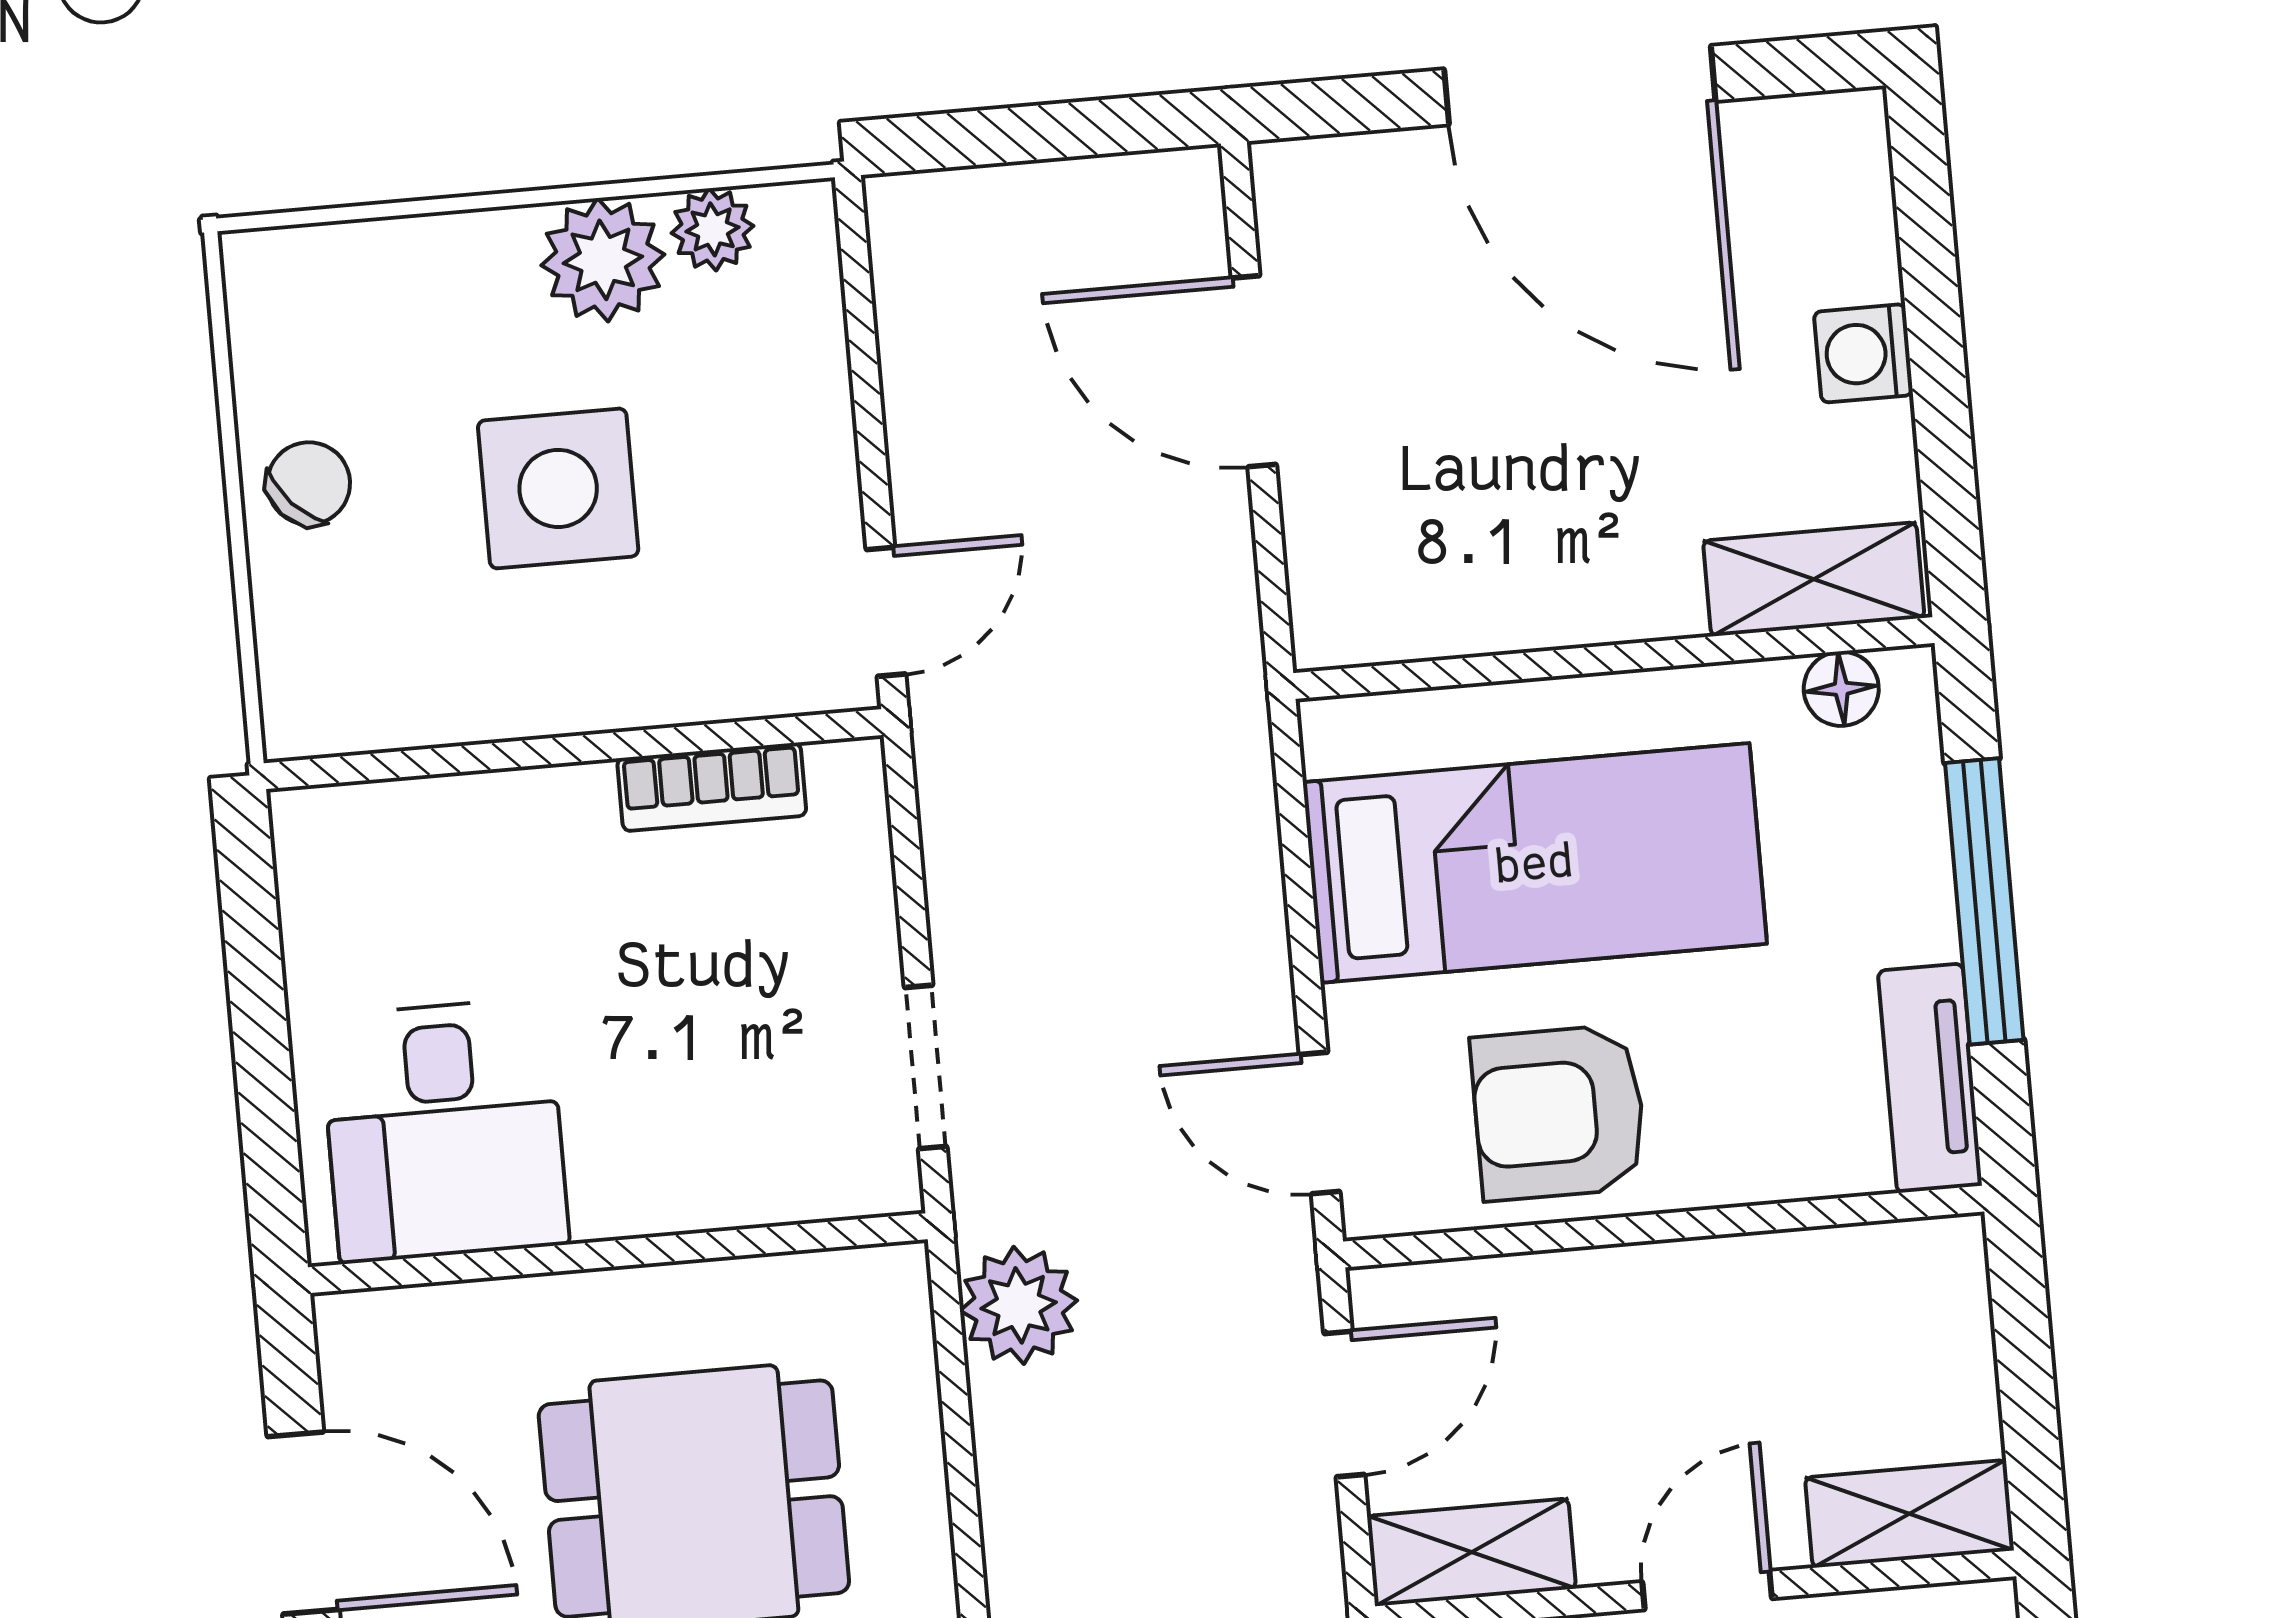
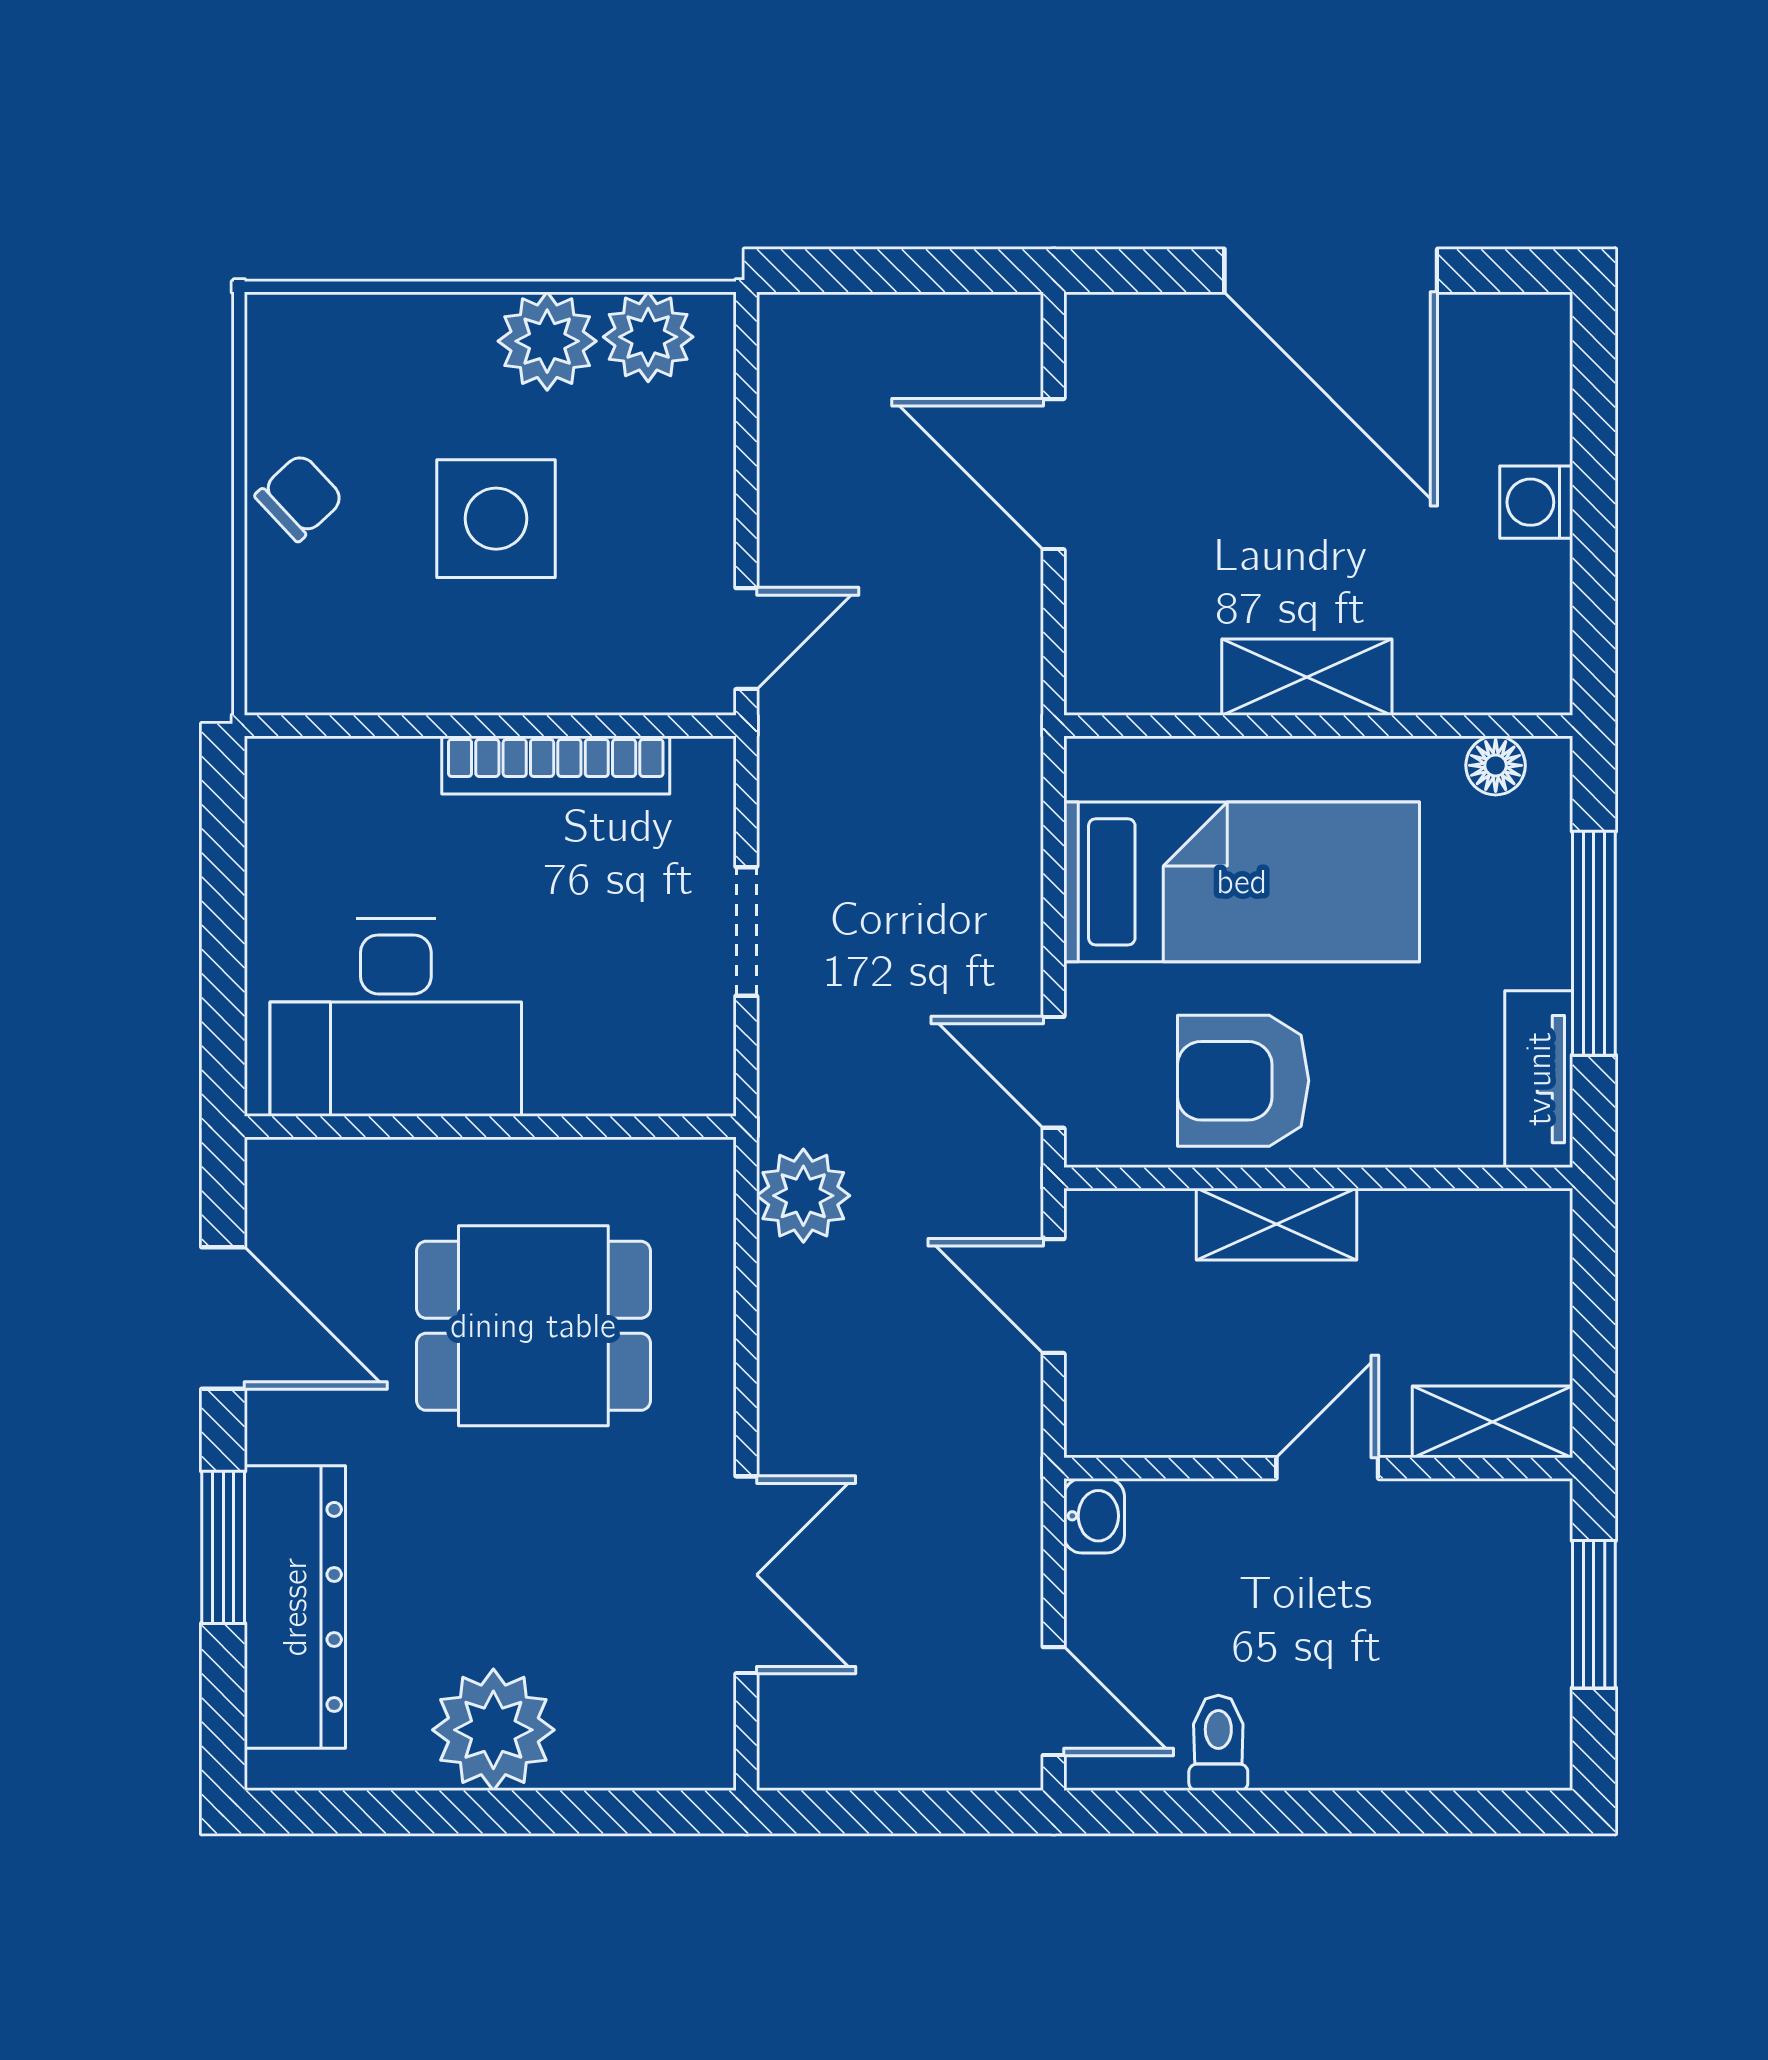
plant: (713, 229) -> (648, 337), width x1.38, depth x1.38
shelving: (1814, 579) -> (1307, 677), moved
bookcase: (712, 787) -> (556, 765), width x1.56
doorway: (926, 1067) -> (746, 931), moved
desk: (444, 1130) -> (396, 1018), width x1.37
door: (1344, 1404) -> (1054, 1296), swing flipped
shelving: (1472, 1552) -> (1276, 1224), moved

